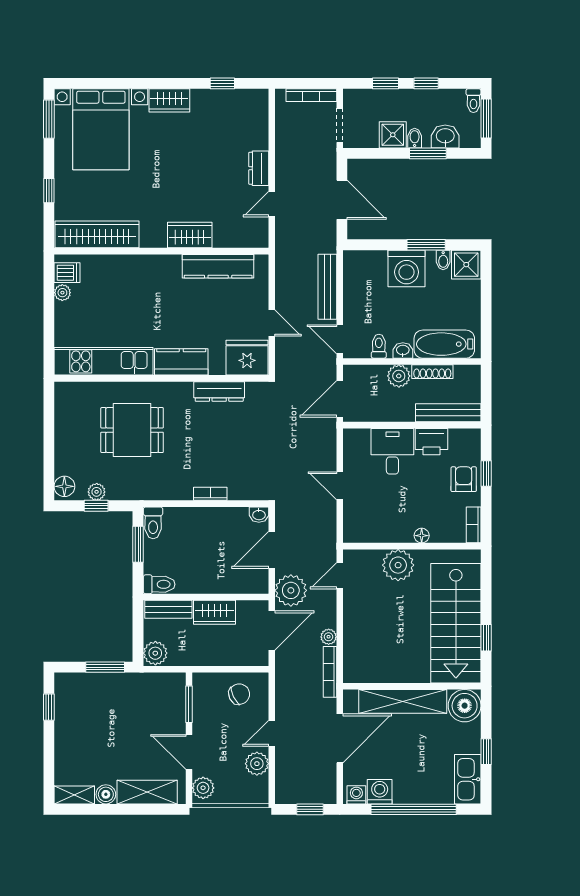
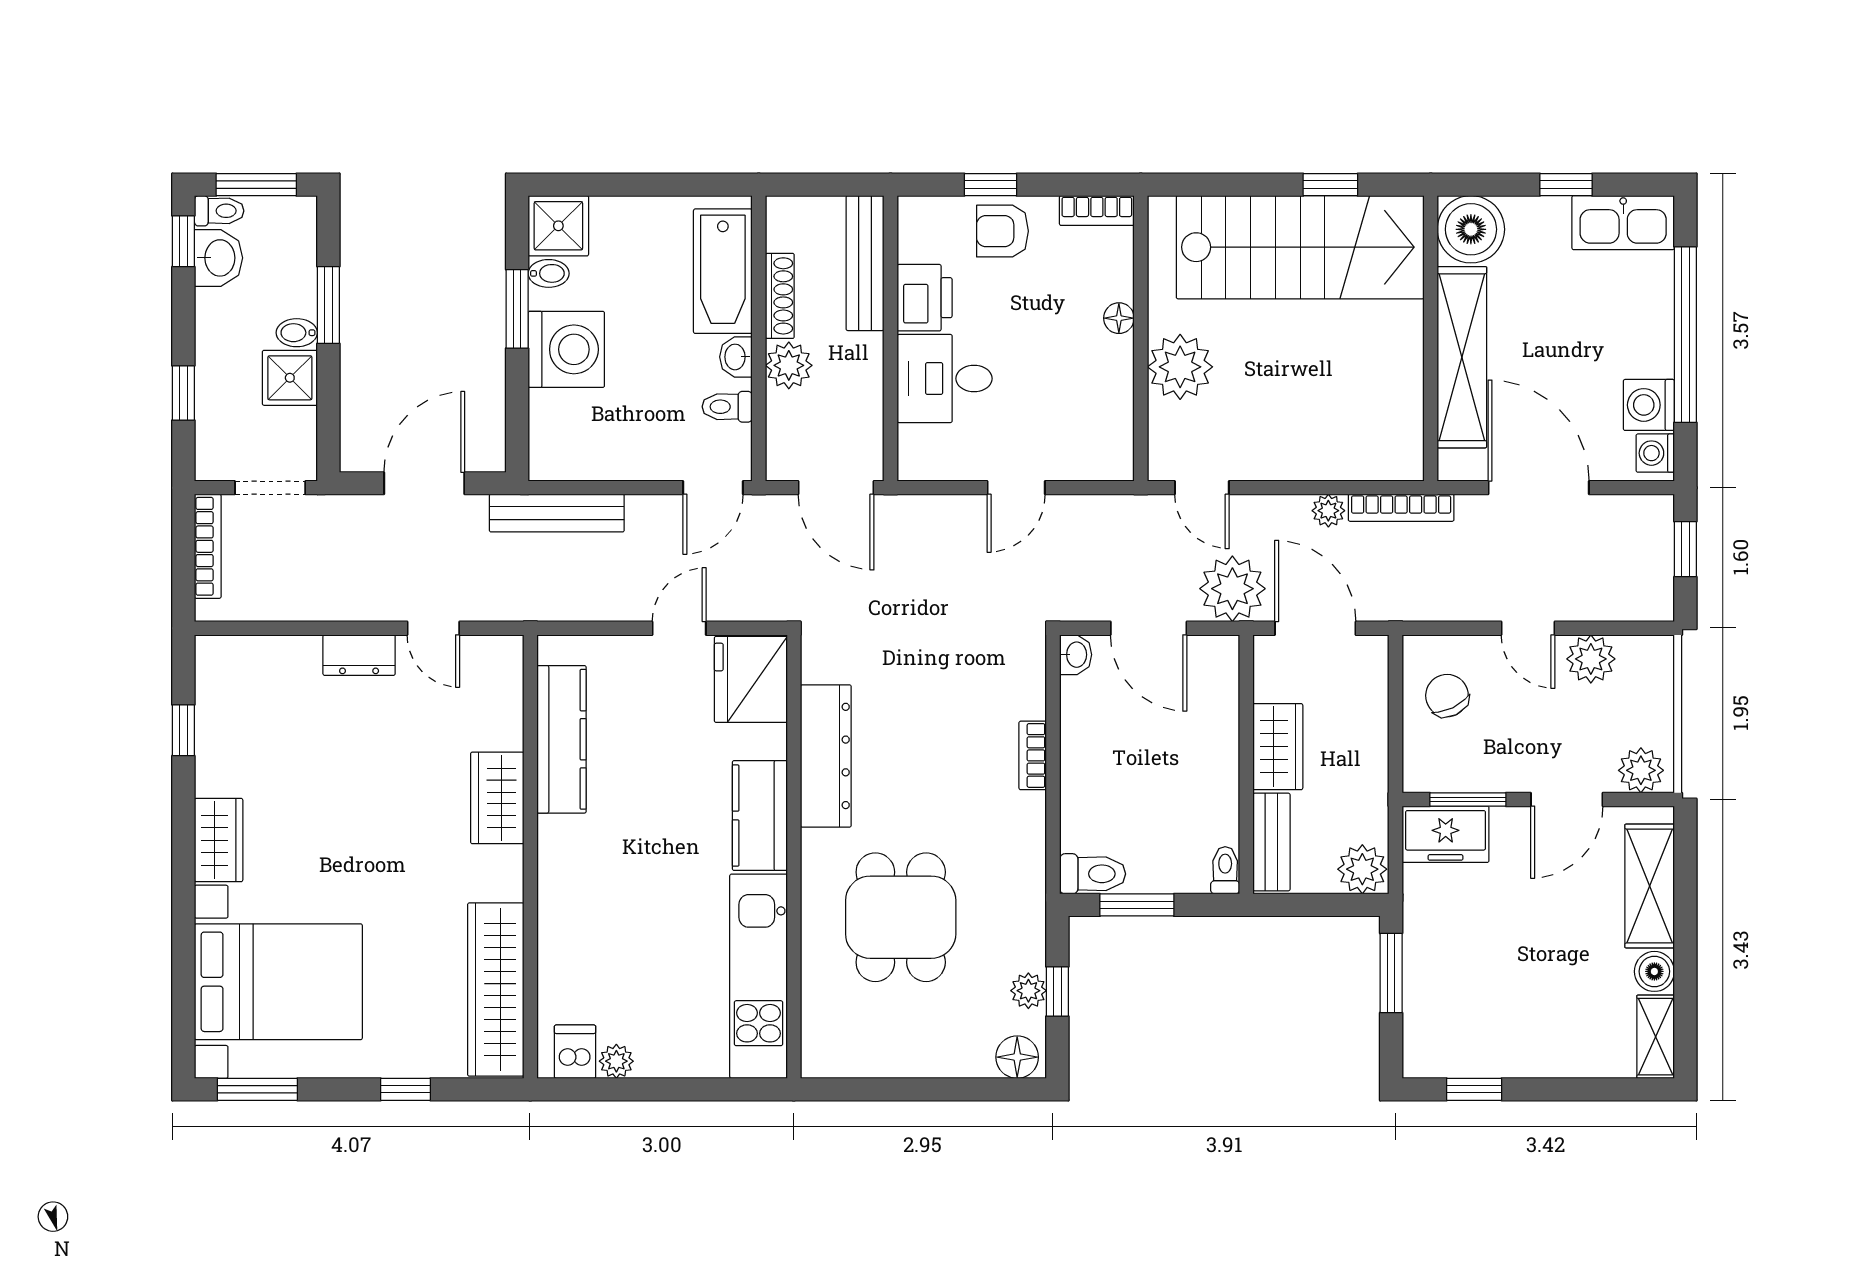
window: (426, 83) -> (183, 241), moved
washbasin: (445, 136) -> (218, 258), moved, turned 180
bench: (327, 287) -> (557, 513), moved
dresser: (219, 391) -> (826, 756), width x1.37, depth x1.24
toilet: (159, 584) -> (1225, 870), width x0.73, depth x0.72
freezer: (172, 693) -> (1446, 834), added

